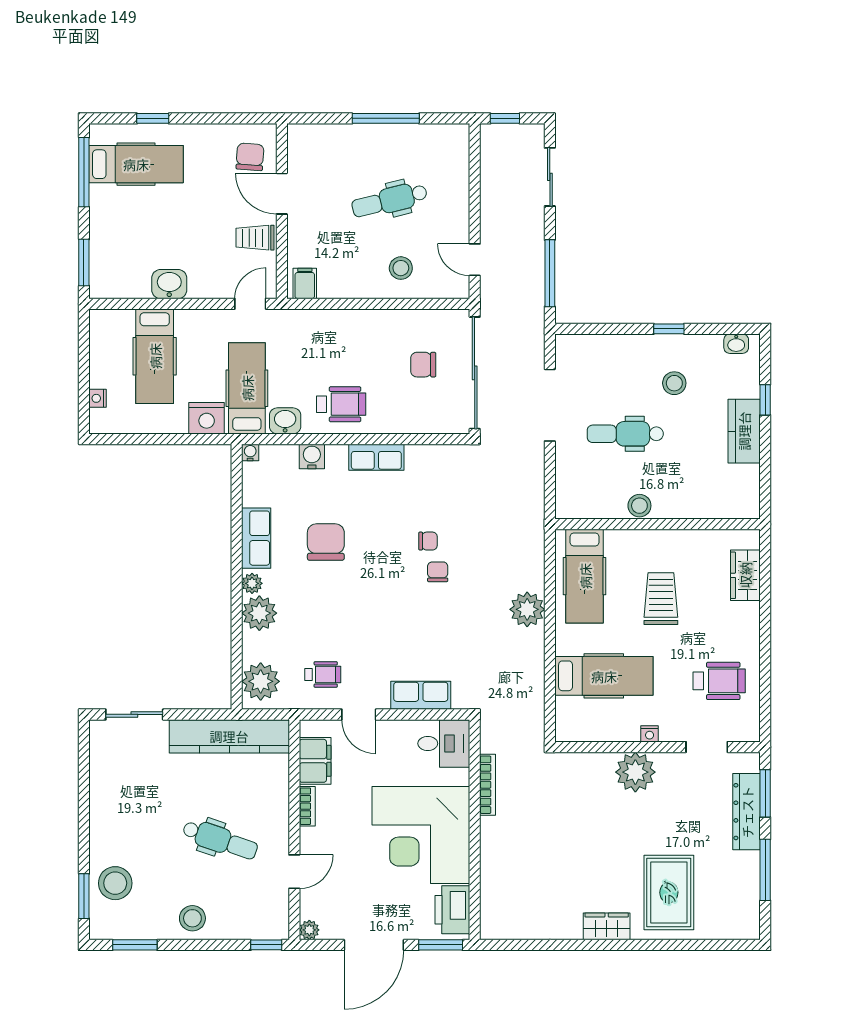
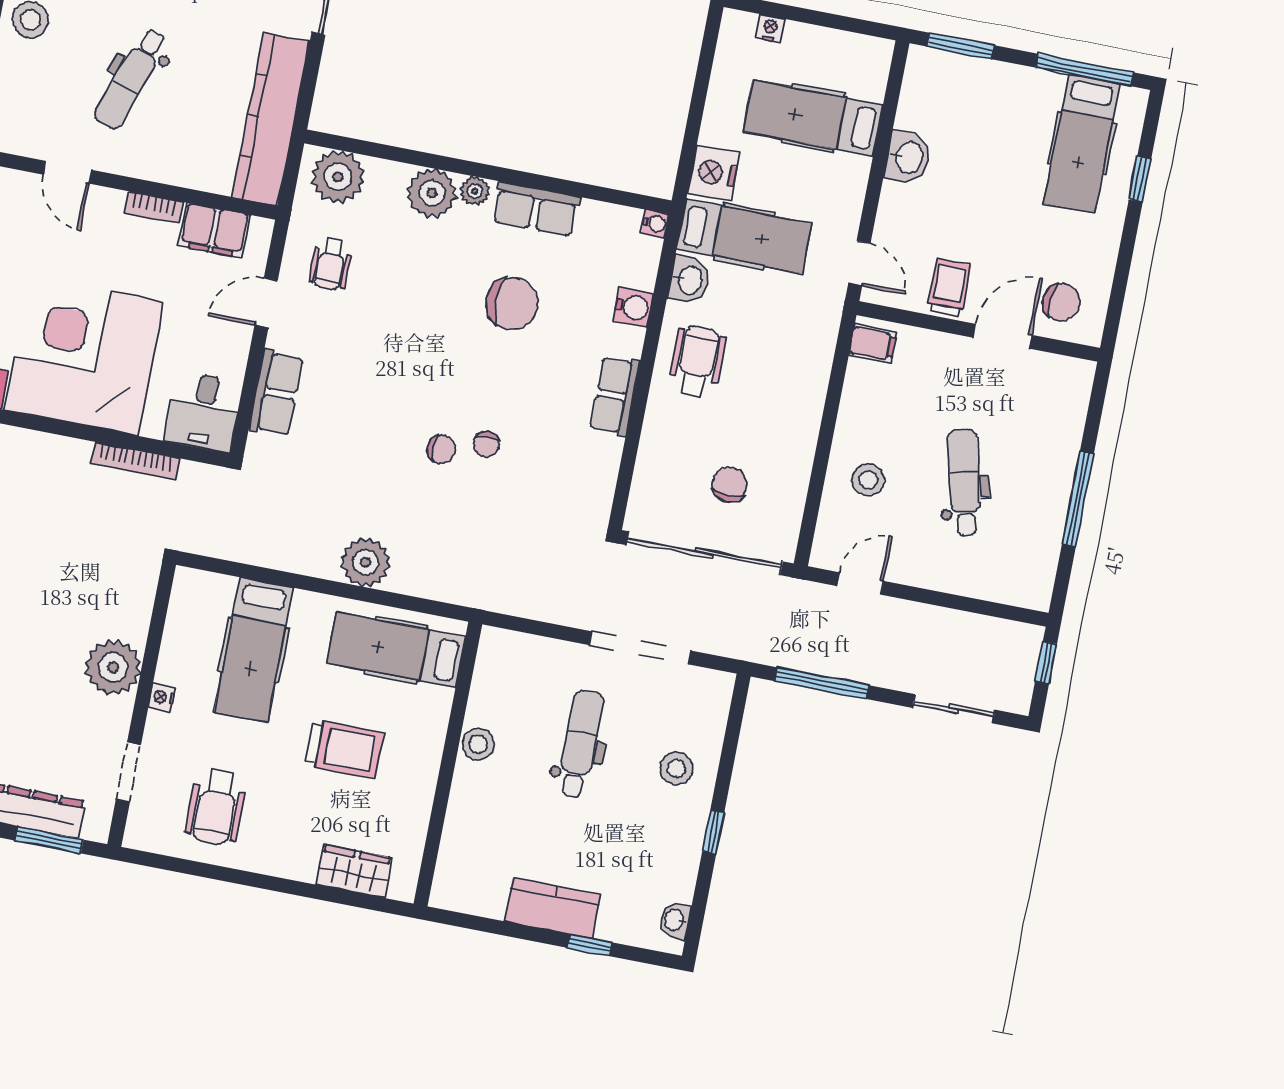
stool: (674, 383) -> (676, 768), moved
wheelchair: (341, 404) -> (697, 361), turned 180

